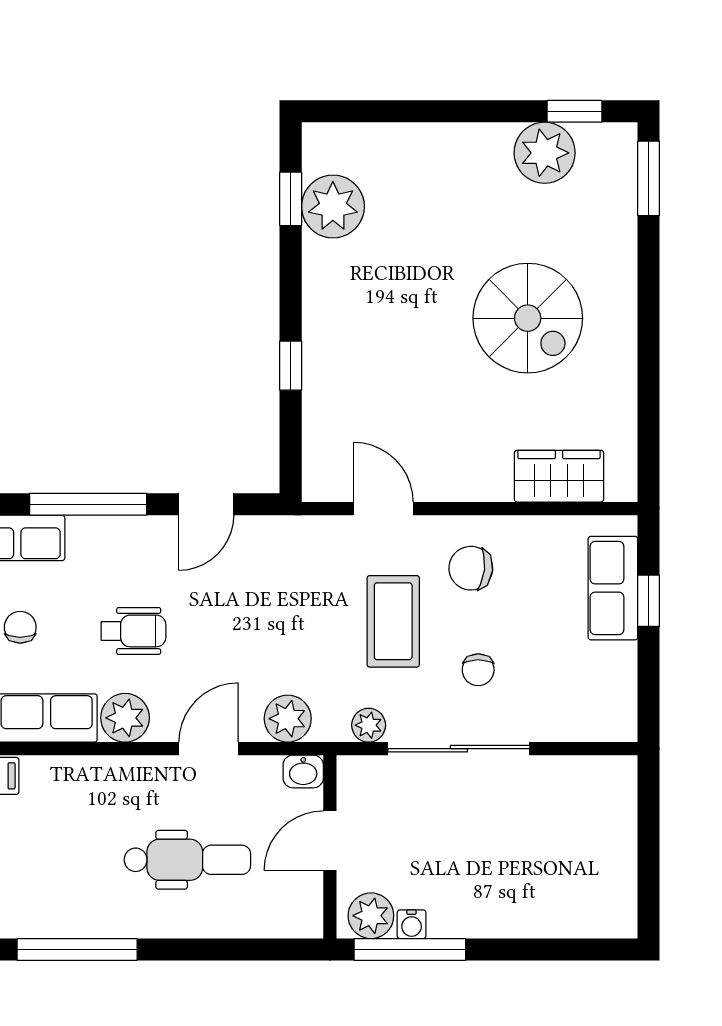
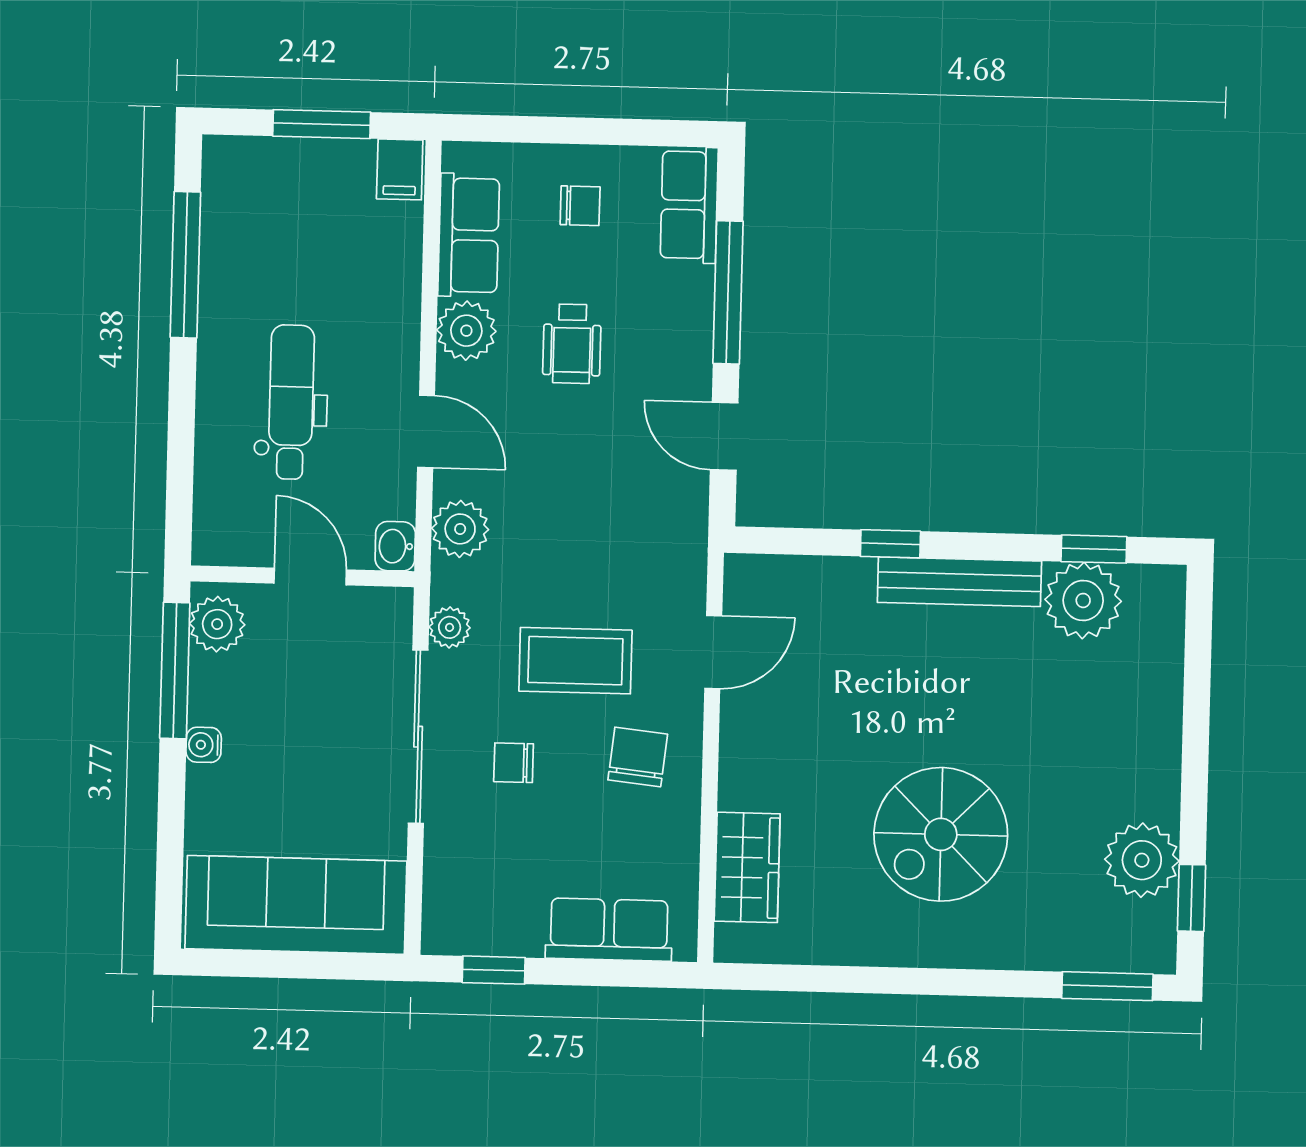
bench: (320, 308) -> (959, 582), added
window: (649, 601) -> (494, 970), moved
sofa: (599, 845) -> (296, 905), added
dental chair: (187, 860) -> (291, 402), turned 180
water cooler: (412, 924) -> (204, 745), moved

